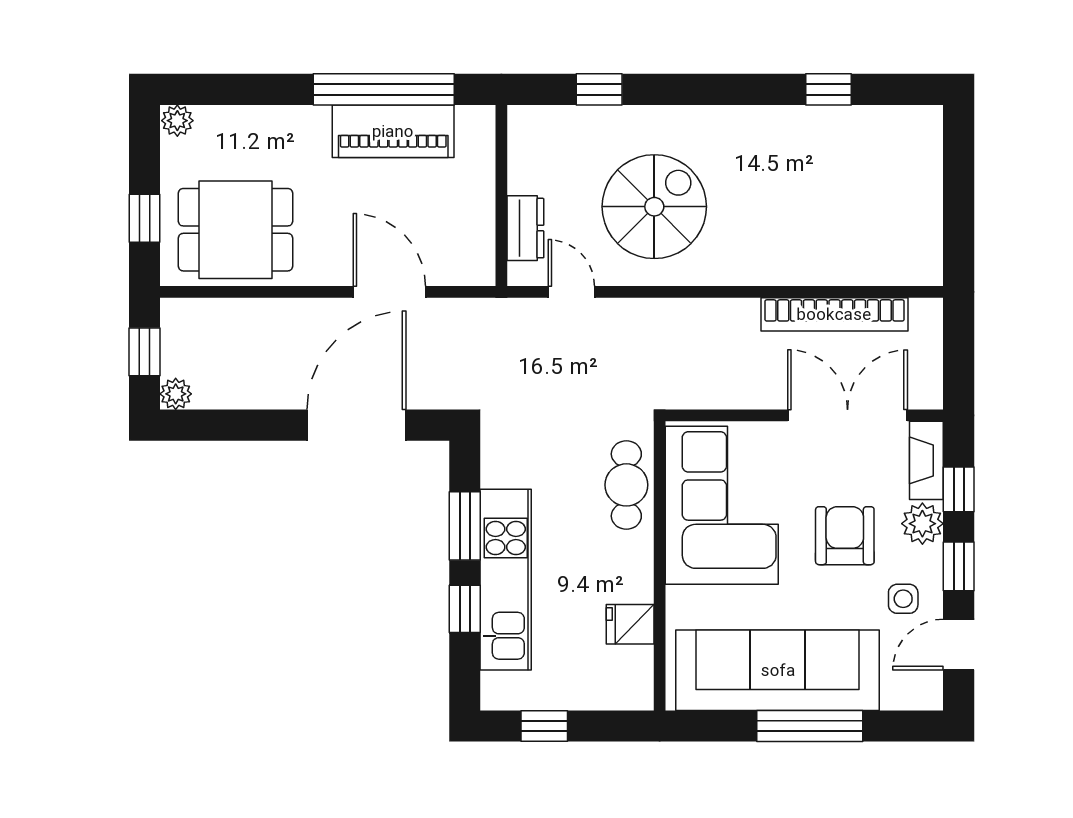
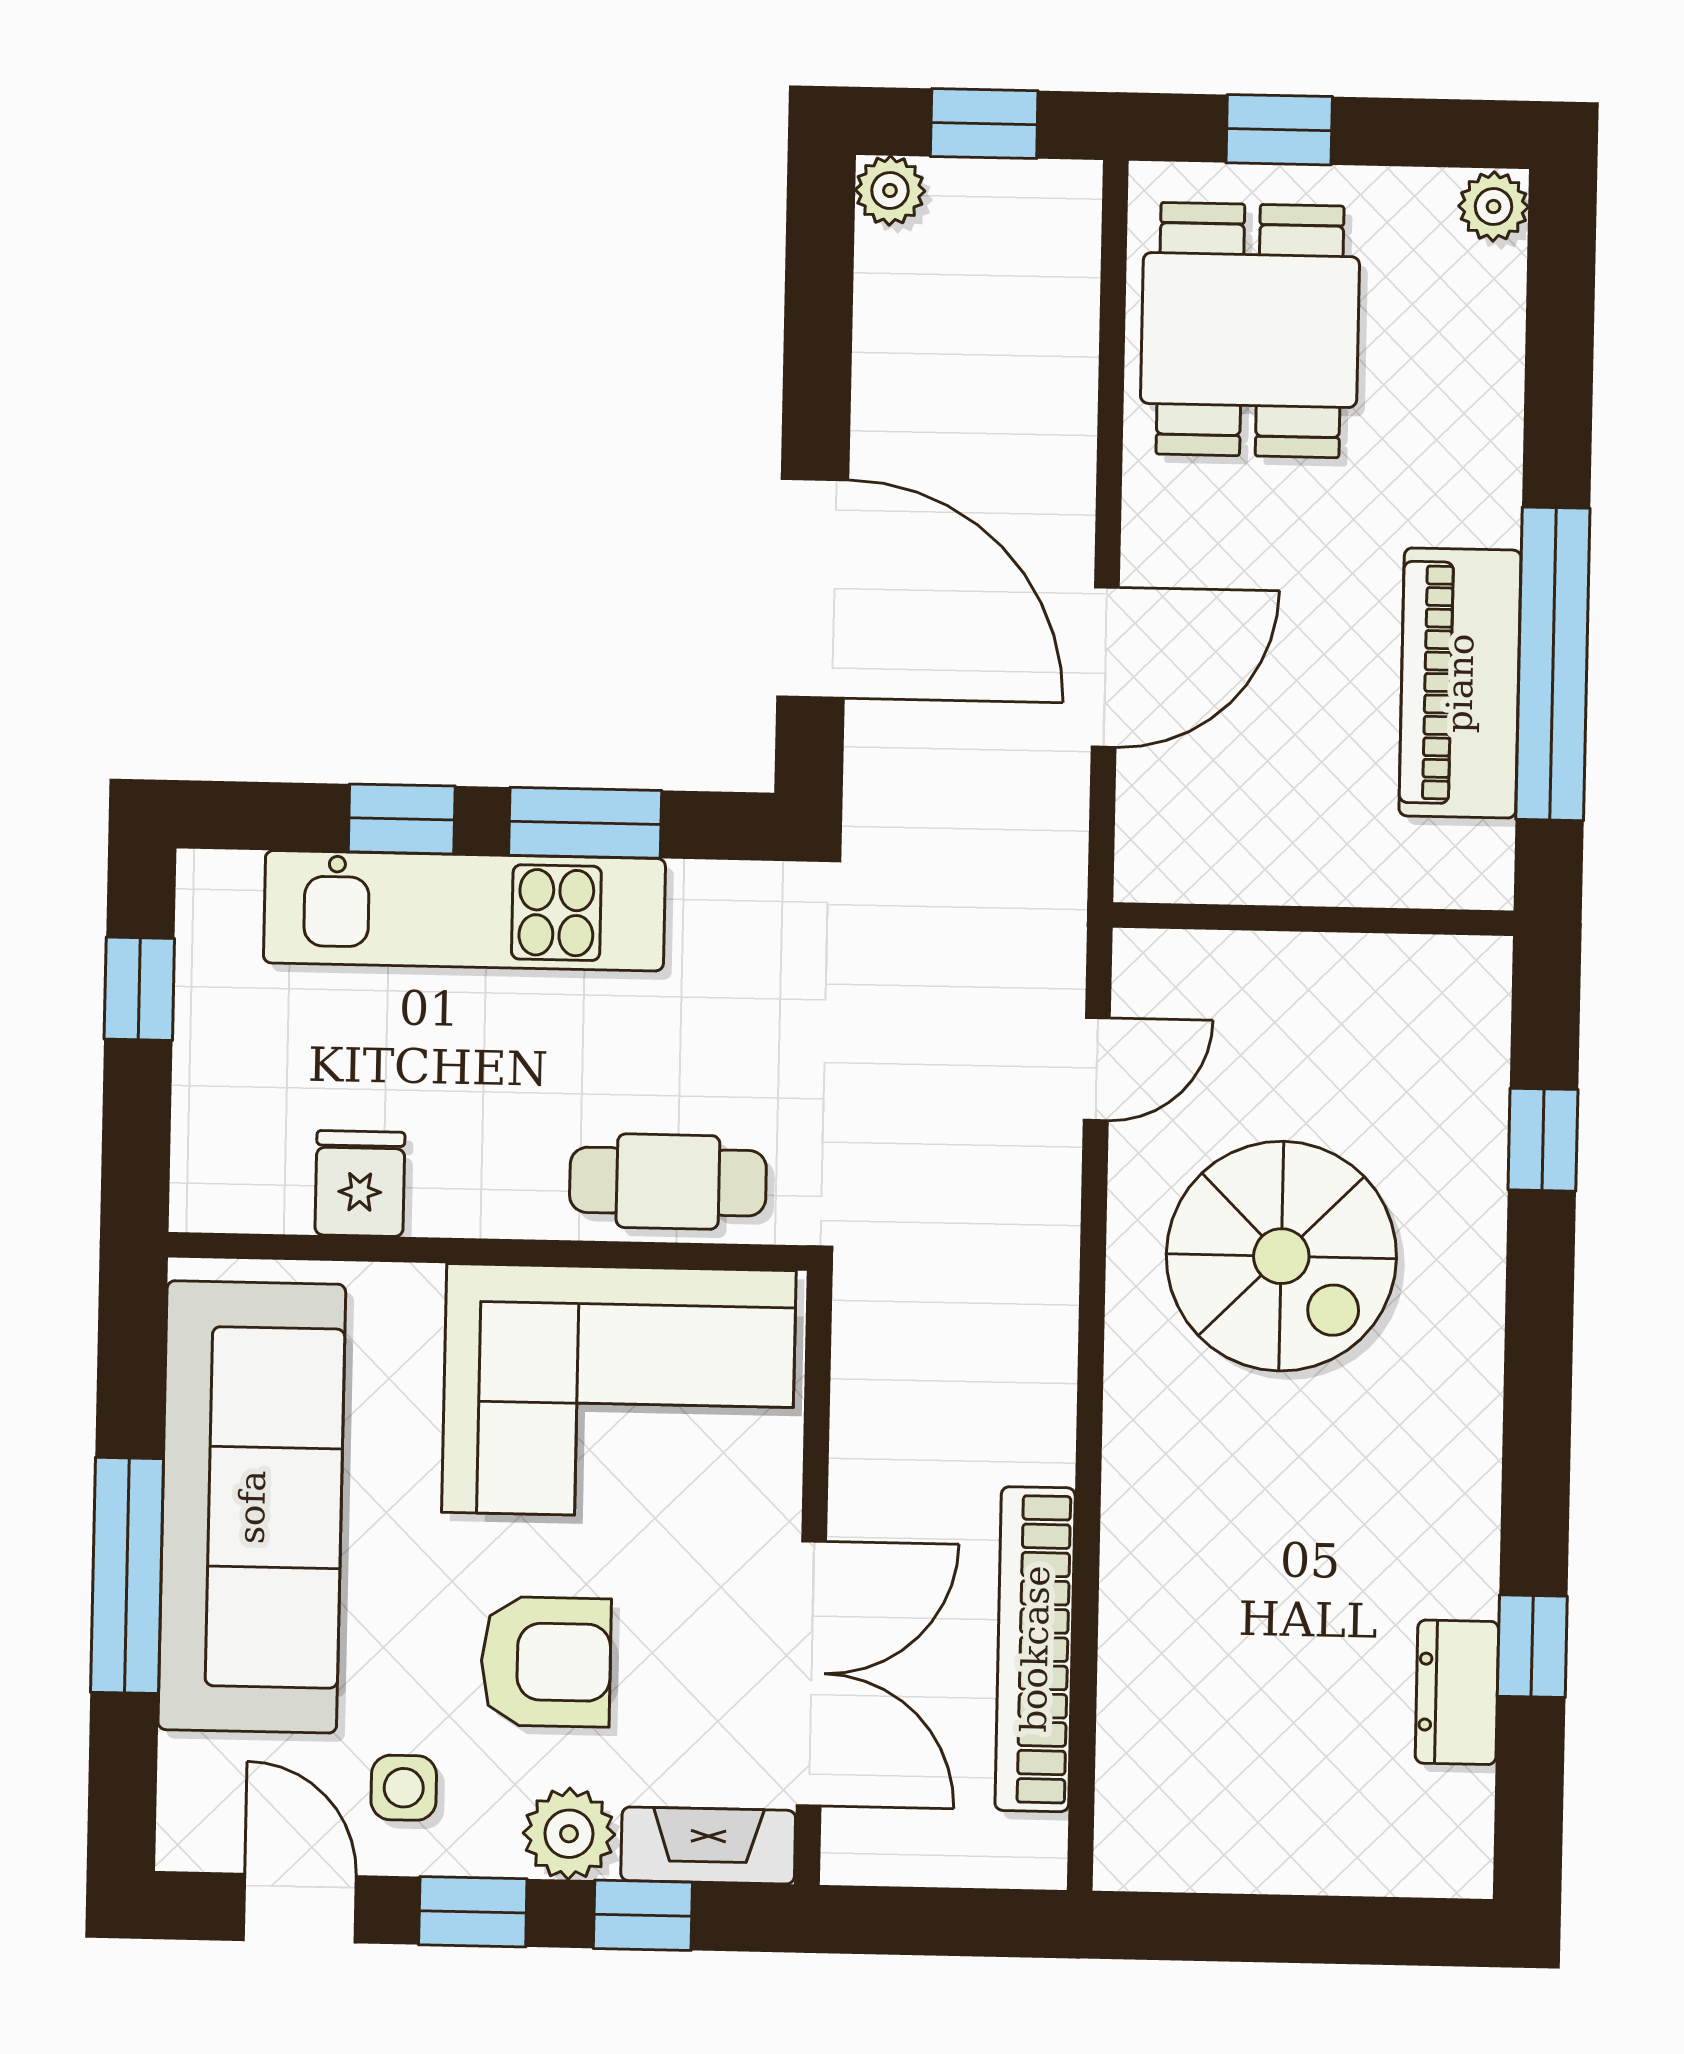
dresser: (525, 228) -> (1457, 1692), moved, turned 90

